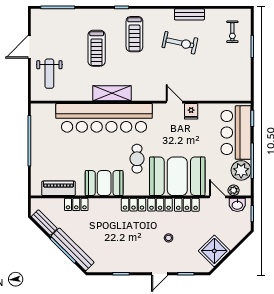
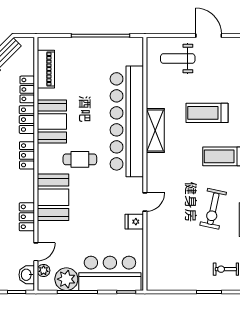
booth: (177, 176) -> (53, 197), width x0.73, depth x0.70
locker: (160, 205) -> (27, 120), moved

